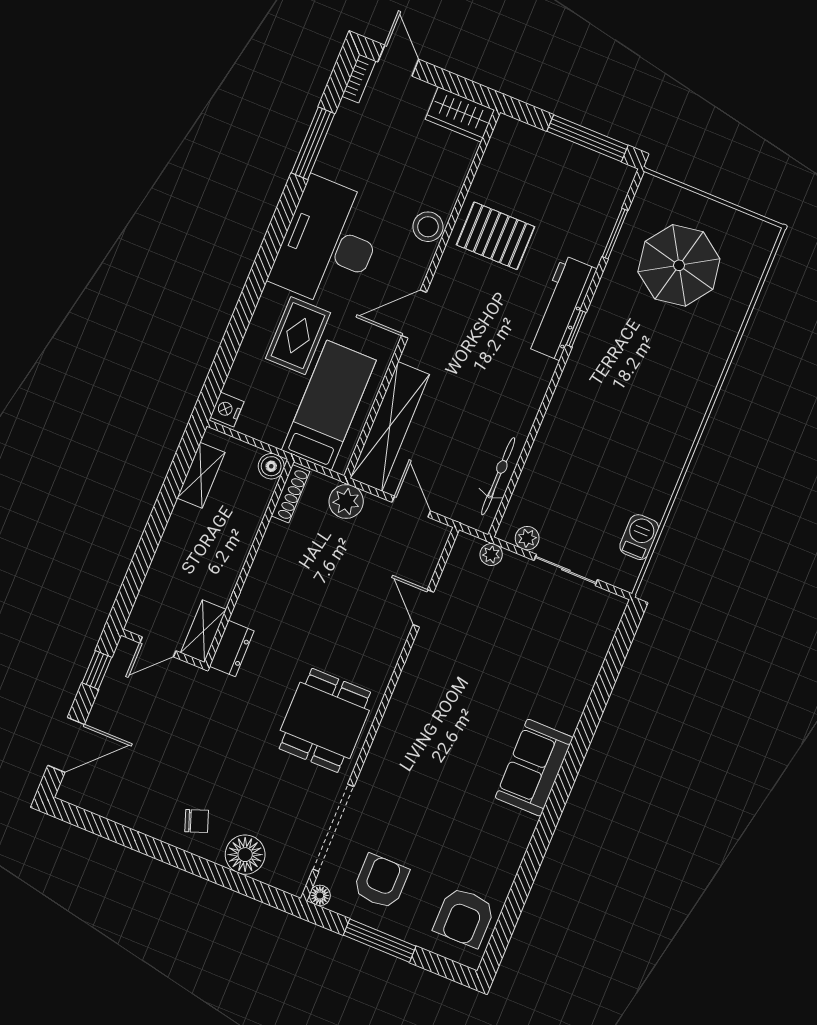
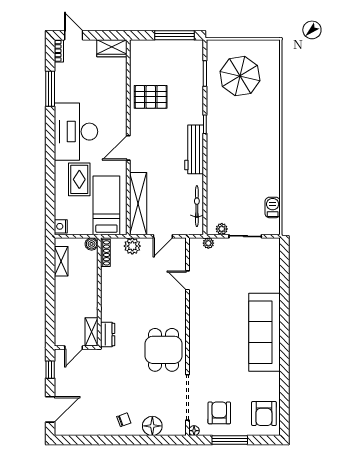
stool: (428, 227) -> (118, 105), removed
workbench: (561, 308) -> (194, 149), moved
door: (411, 507) -> (163, 236), swing flipped
sofa: (534, 768) -> (264, 332), width x1.85, depth x1.27

